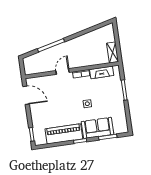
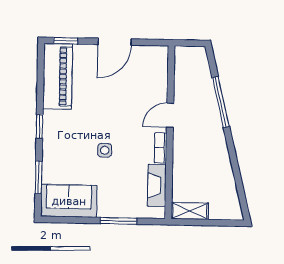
door: (63, 71) -> (170, 115), swing flipped
door: (26, 95) -> (115, 42), moved
sofa: (97, 128) -> (69, 201), moved, turned -90
piano: (64, 134) -> (58, 76), moved

